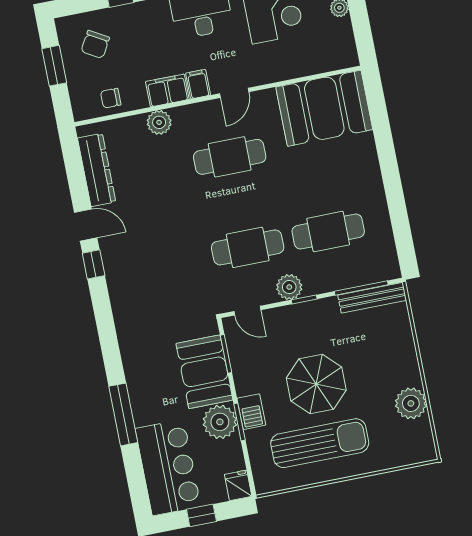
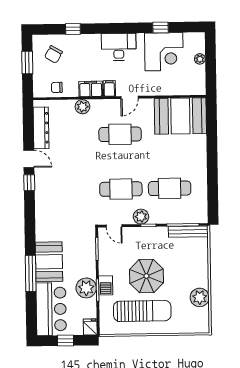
booth: (204, 372) -> (49, 262), moved

